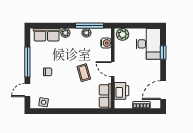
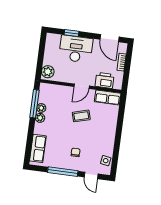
plant: (65, 33) -> (40, 118), moved
water cooler: (106, 43) -> (54, 90), removed
desk: (148, 44) -> (76, 49), moved

